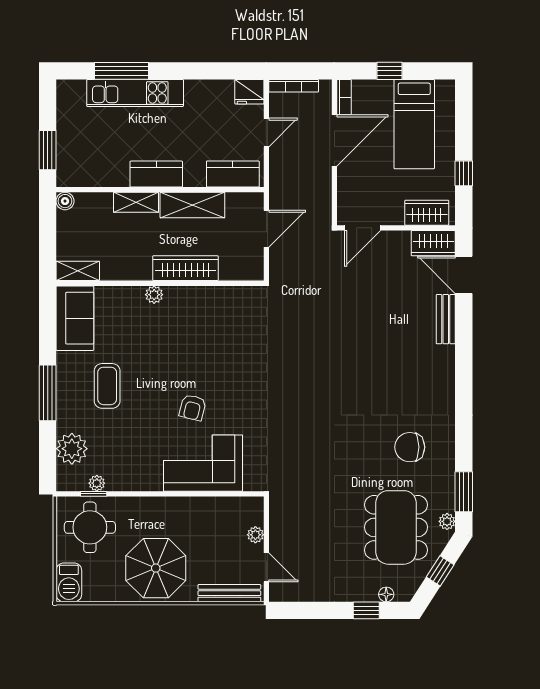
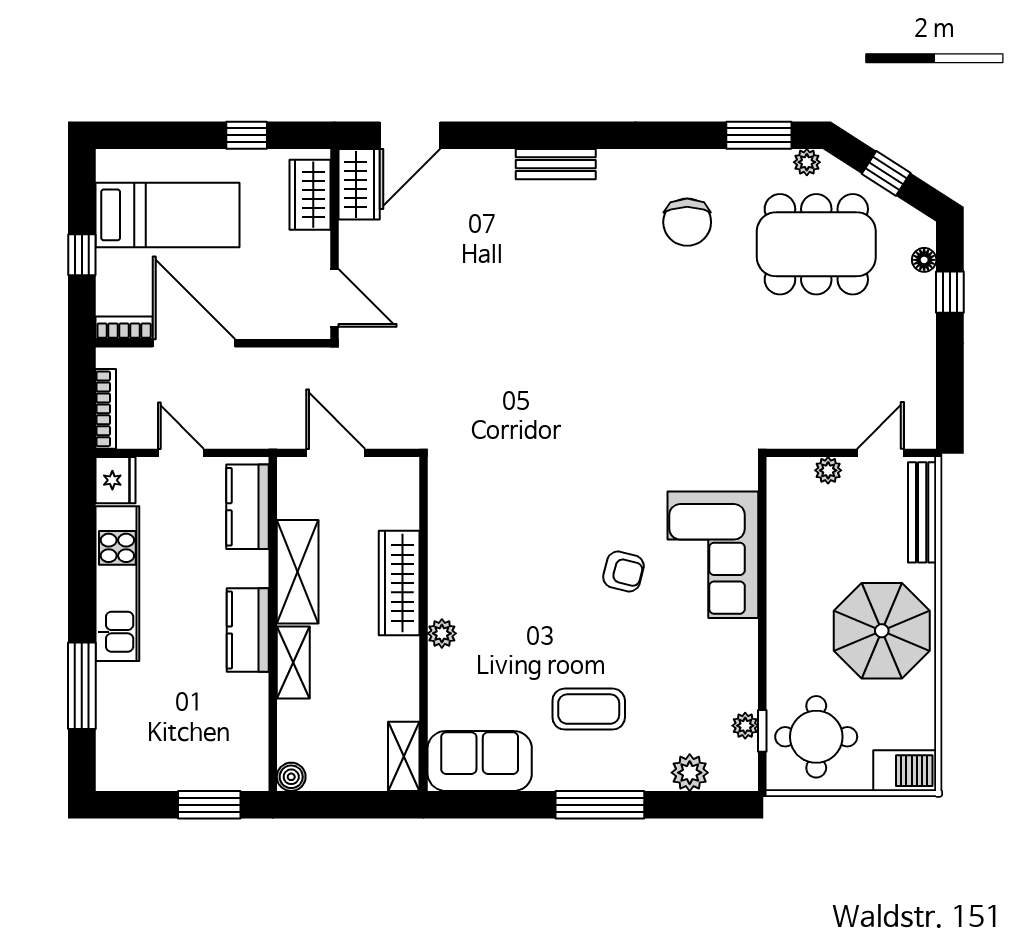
kitchen unit: (135, 93) -> (117, 584), moved
bench: (446, 319) -> (556, 164), moved
plant: (72, 449) -> (690, 773), width x0.73, depth x0.73

